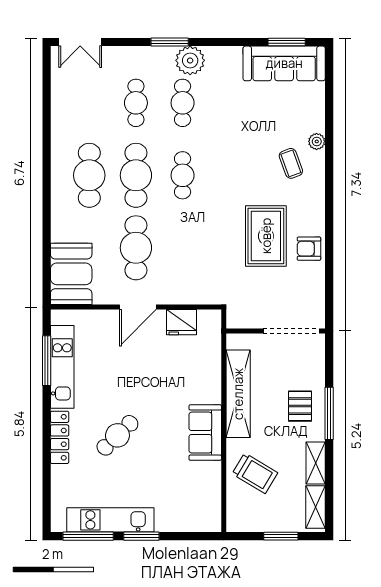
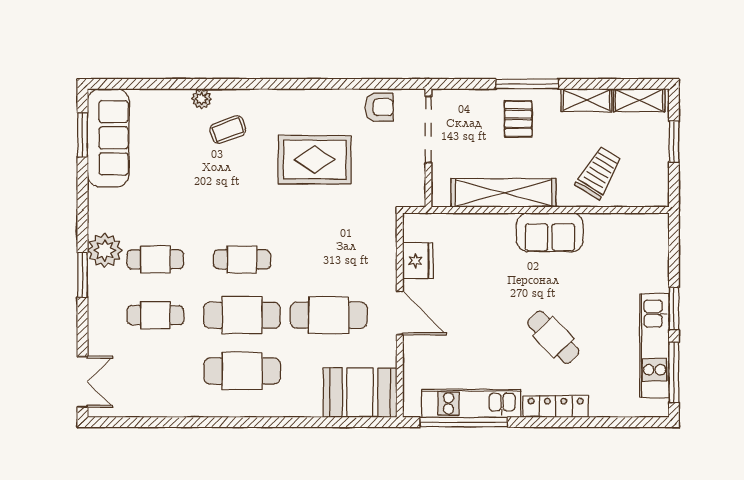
armchair: (309, 249) -> (379, 107), moved, turned -90
window: (47, 361) -> (464, 422), width x1.46
pallet: (300, 406) -> (518, 119), turned 90

